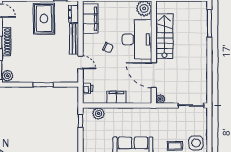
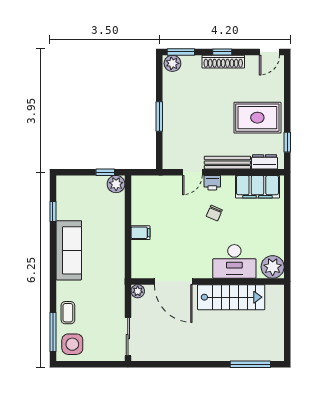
desk: (137, 39) -> (234, 261), width x0.73, depth x0.77
door: (154, 75) -> (173, 281), swing flipped
printer: (88, 89) -> (212, 183), moved
filing cabinet: (116, 97) -> (140, 233), width x0.50
plant: (99, 114) -> (116, 184), moved

